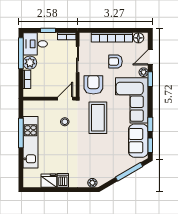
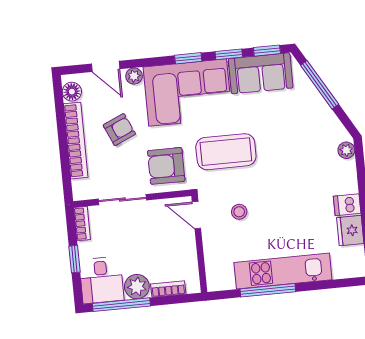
armchair: (115, 61) -> (119, 130), turned -114
window: (150, 79) -> (188, 58), moved

